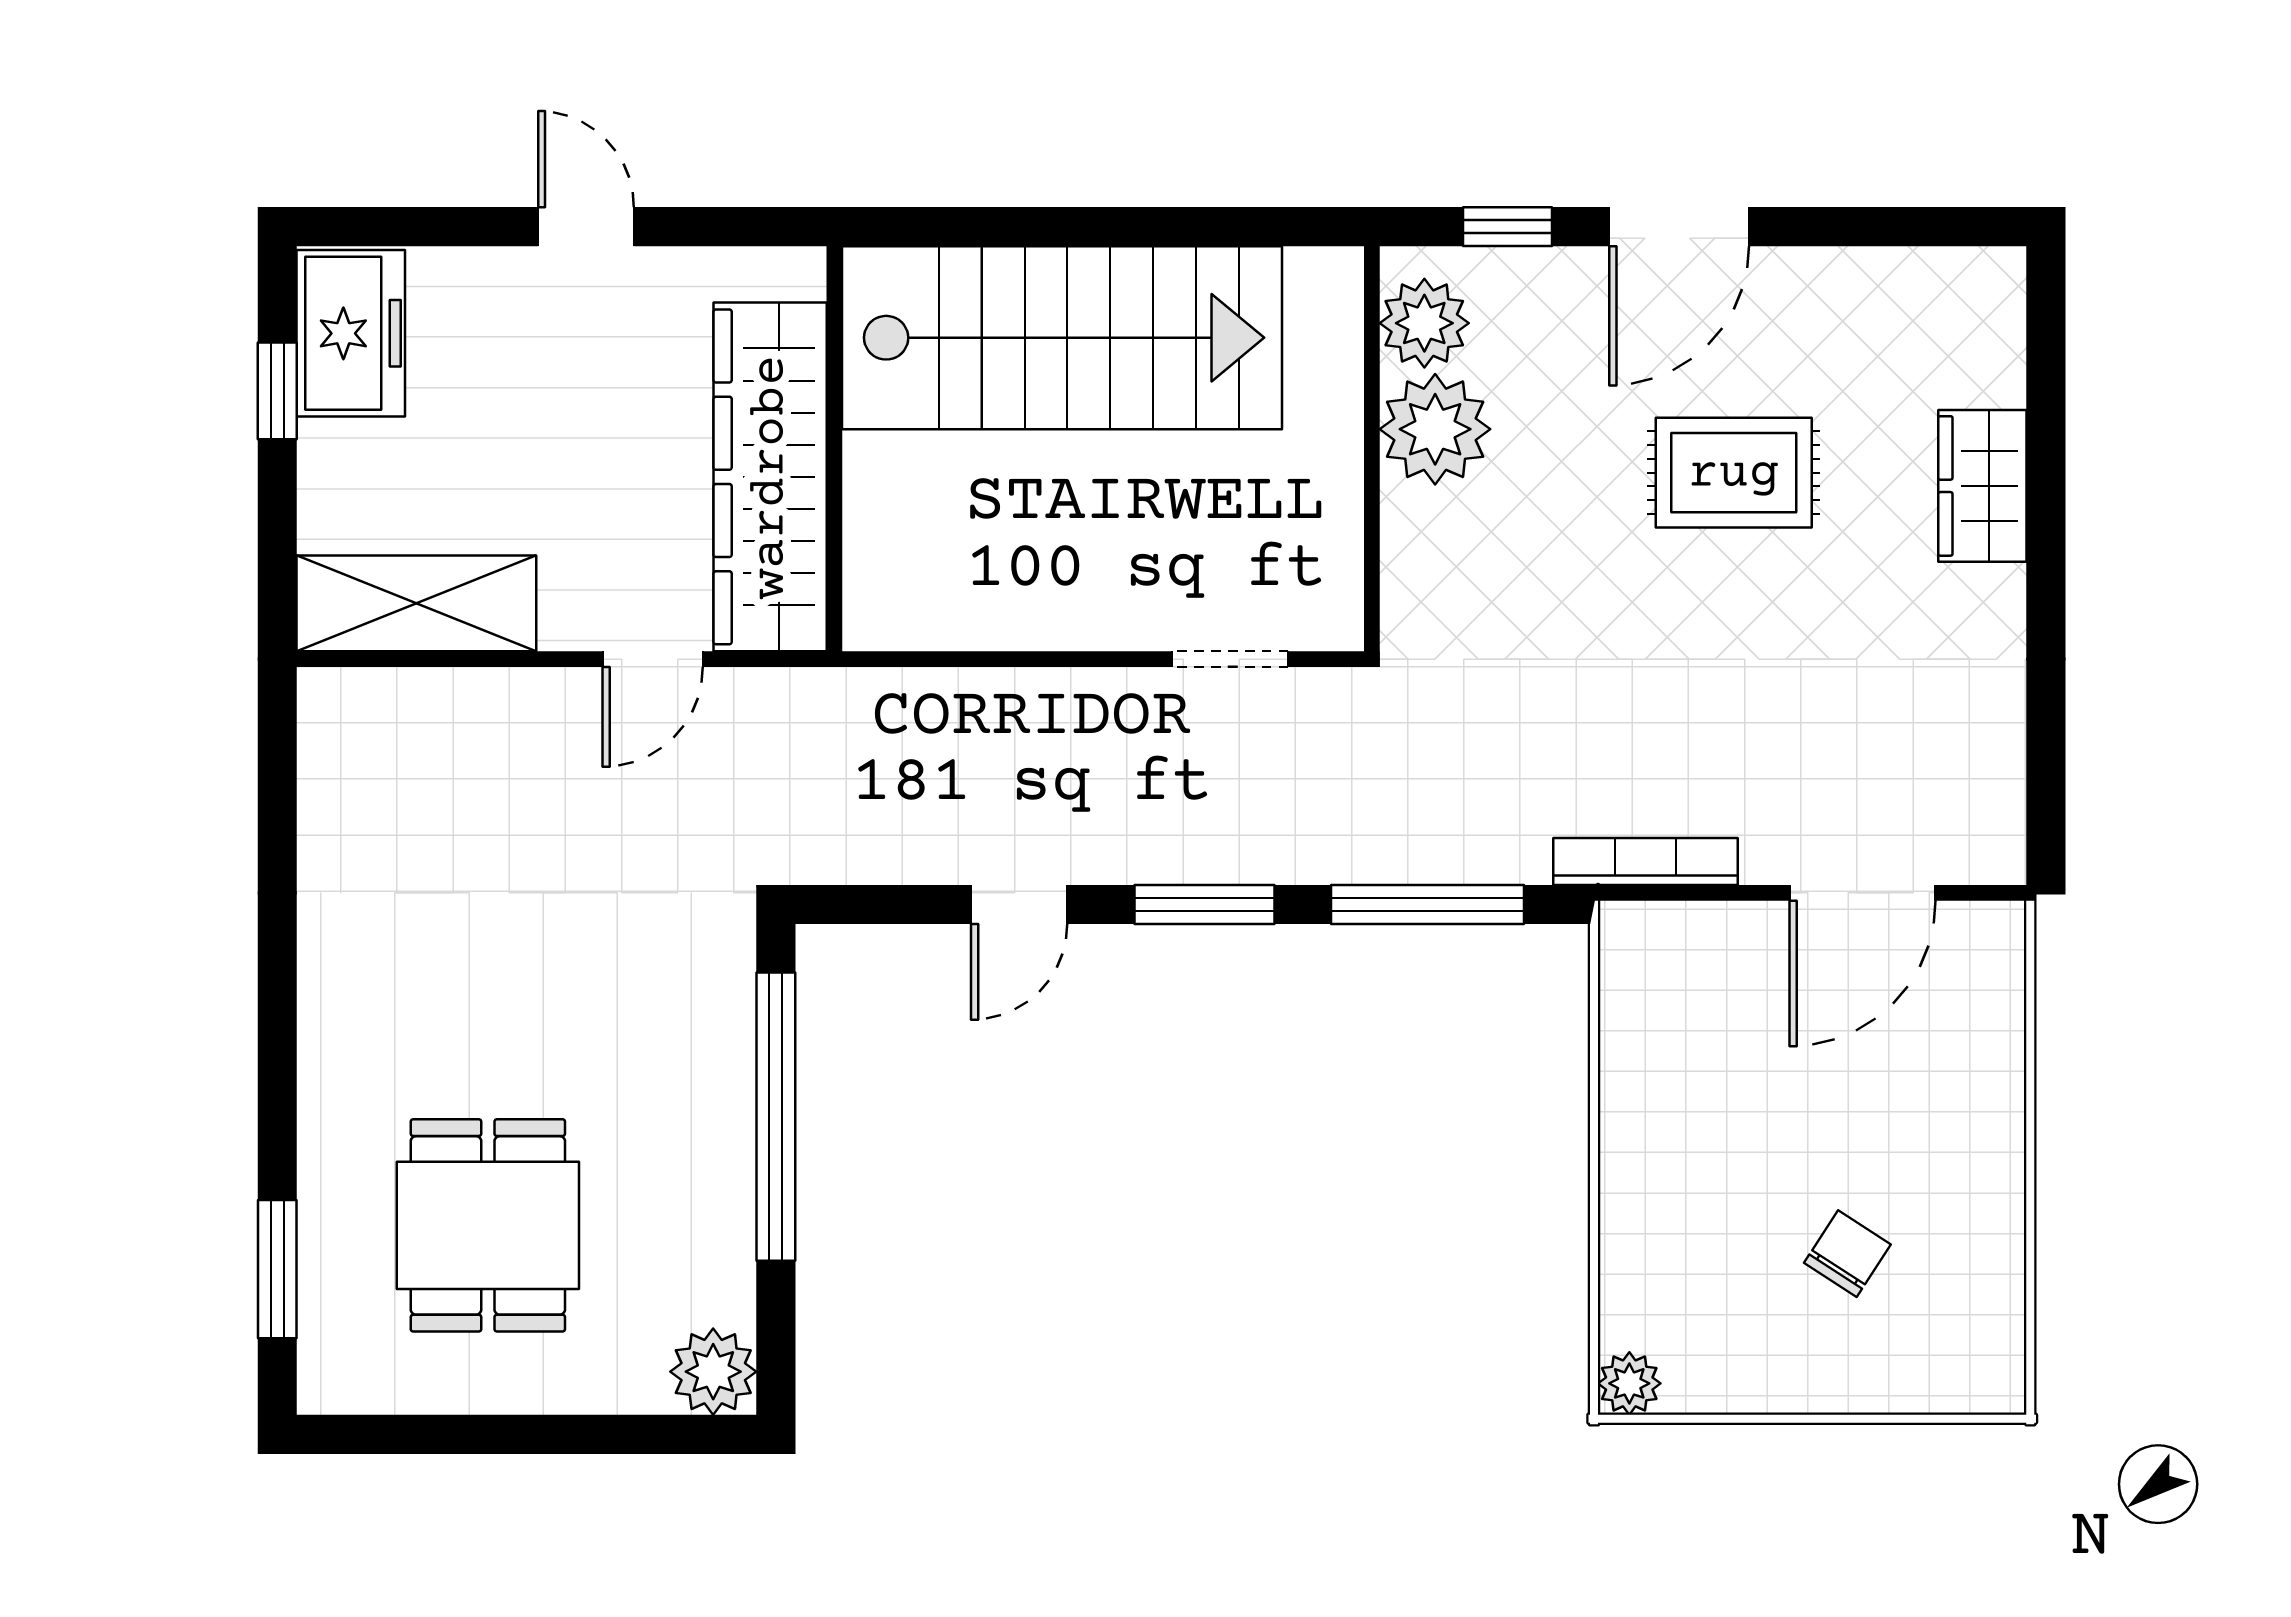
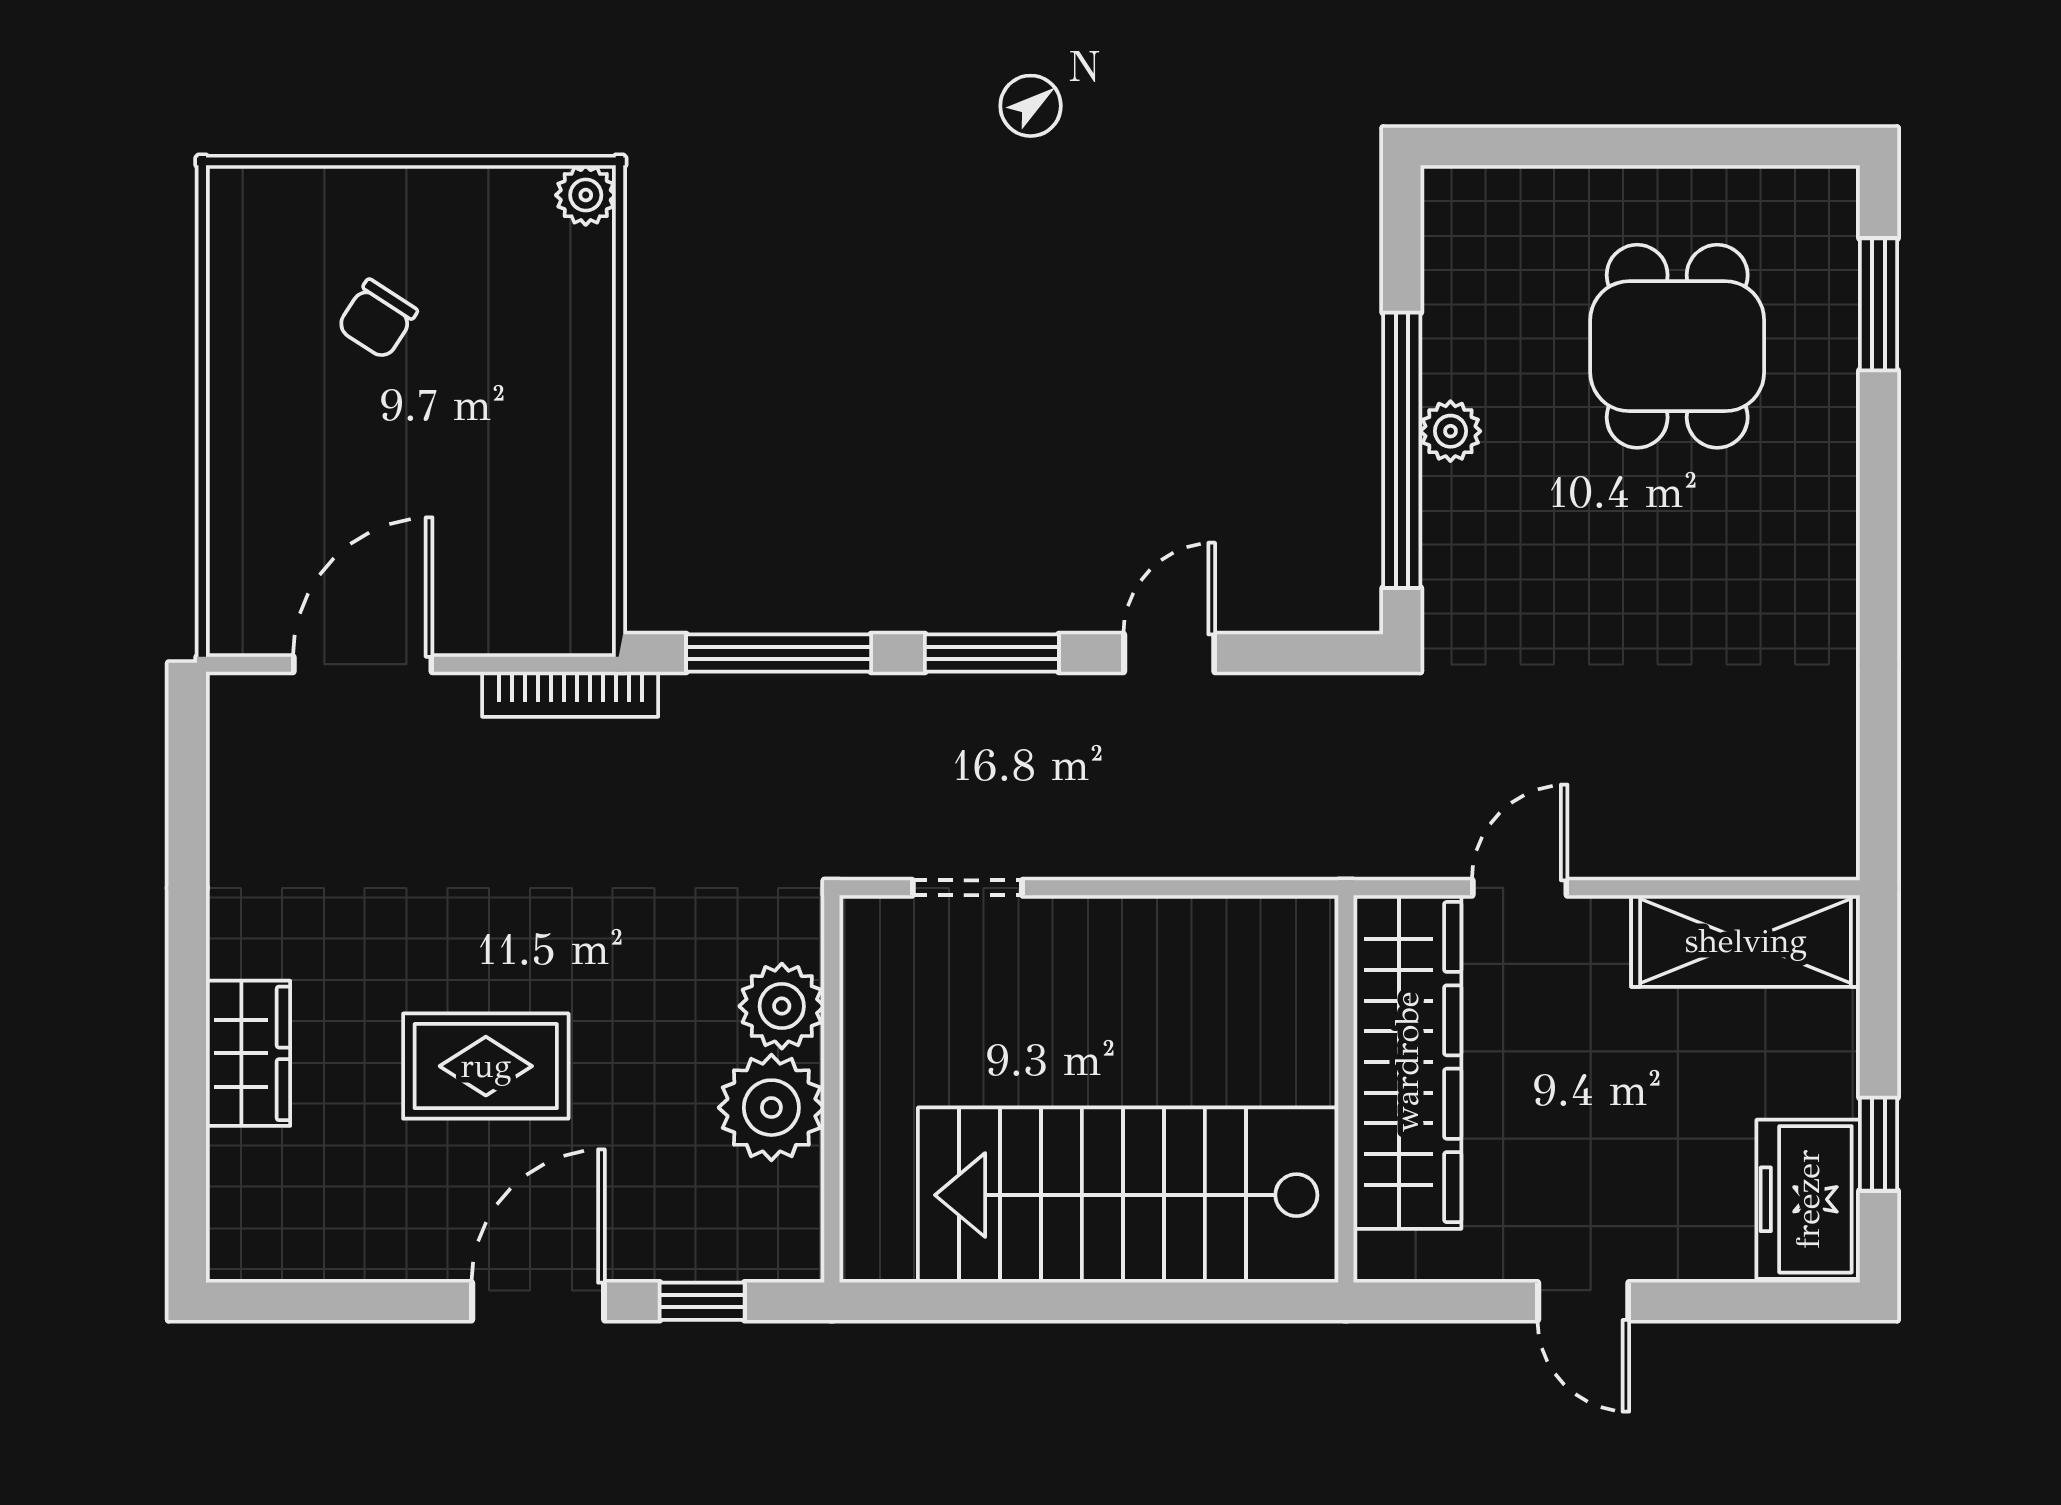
plant: (1424, 323) -> (782, 1006), moved
plant: (713, 1372) -> (1450, 431), moved, width x0.73, depth x0.73

